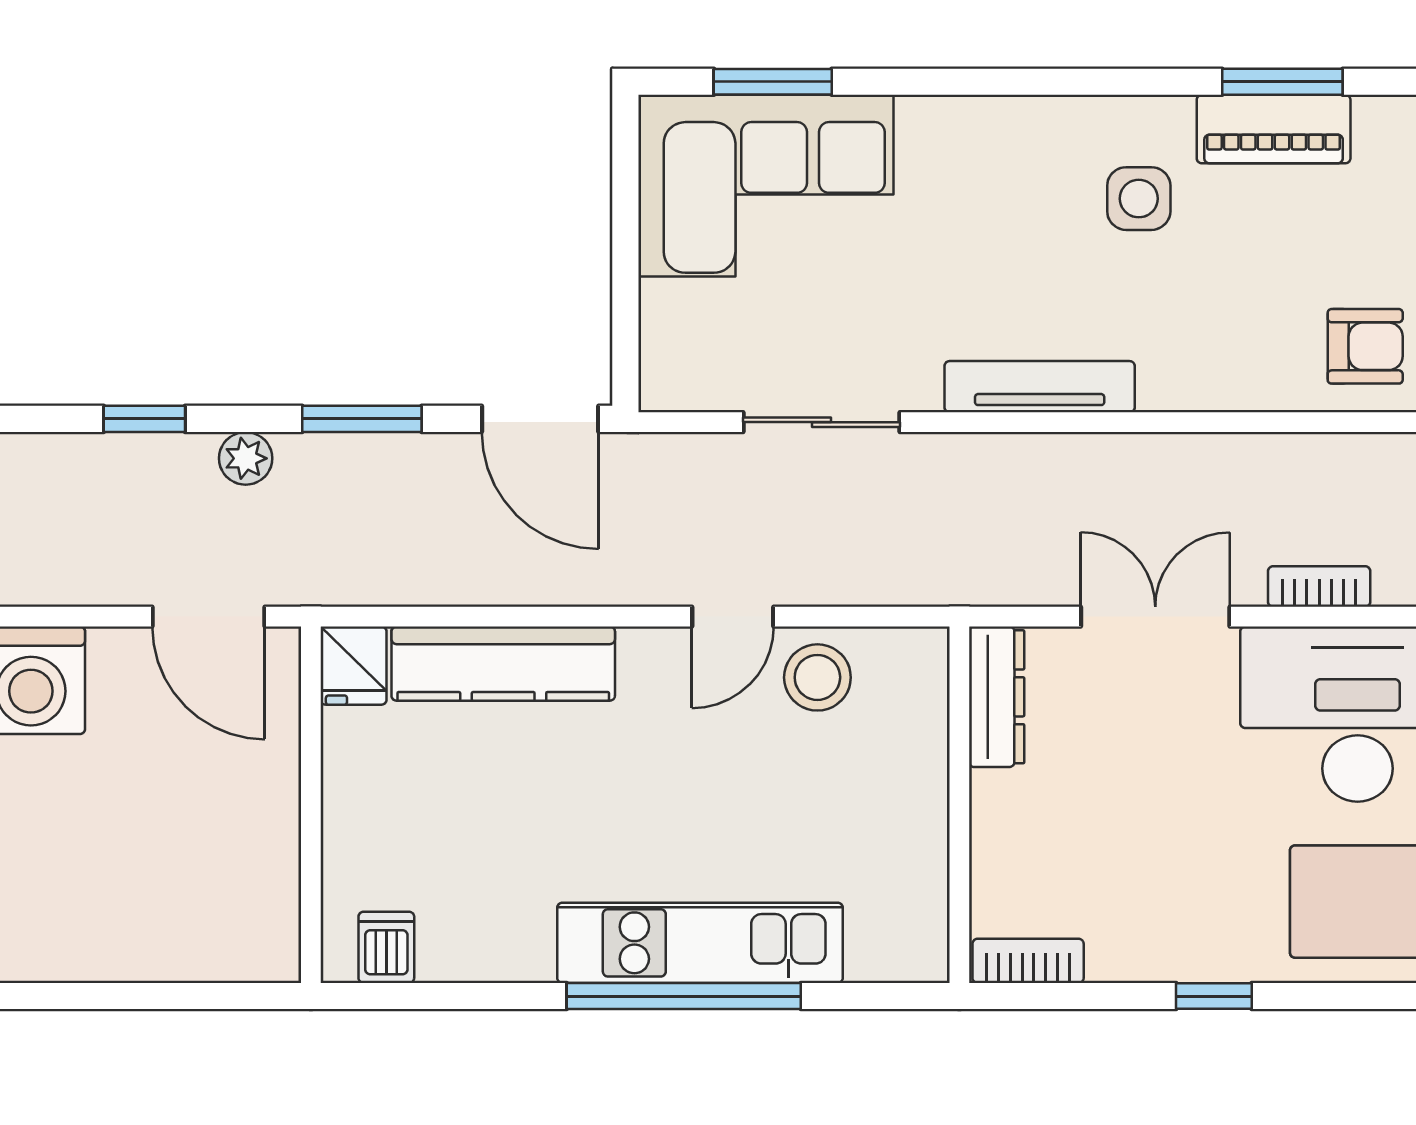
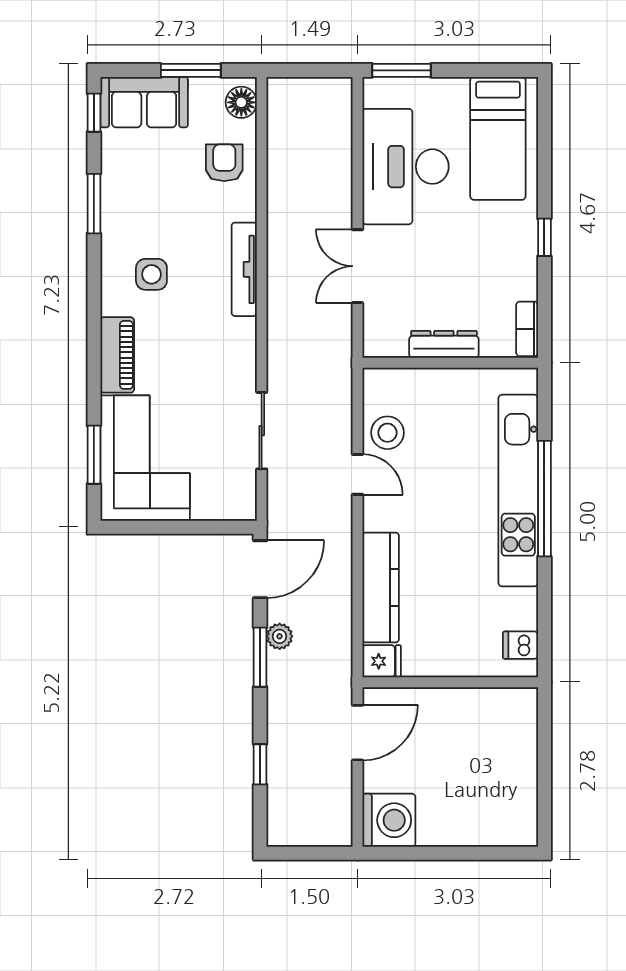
piano: (1274, 129) -> (117, 355), moved
tv unit: (1040, 387) -> (244, 269), moved
plant: (246, 458) -> (280, 636), moved
bookcase: (1319, 587) -> (343, 185), removed
dresser: (997, 697) -> (444, 344), moved
kitchen unit: (700, 943) -> (518, 491), width x1.36

